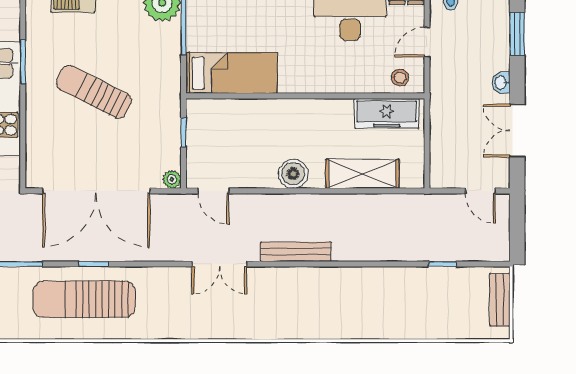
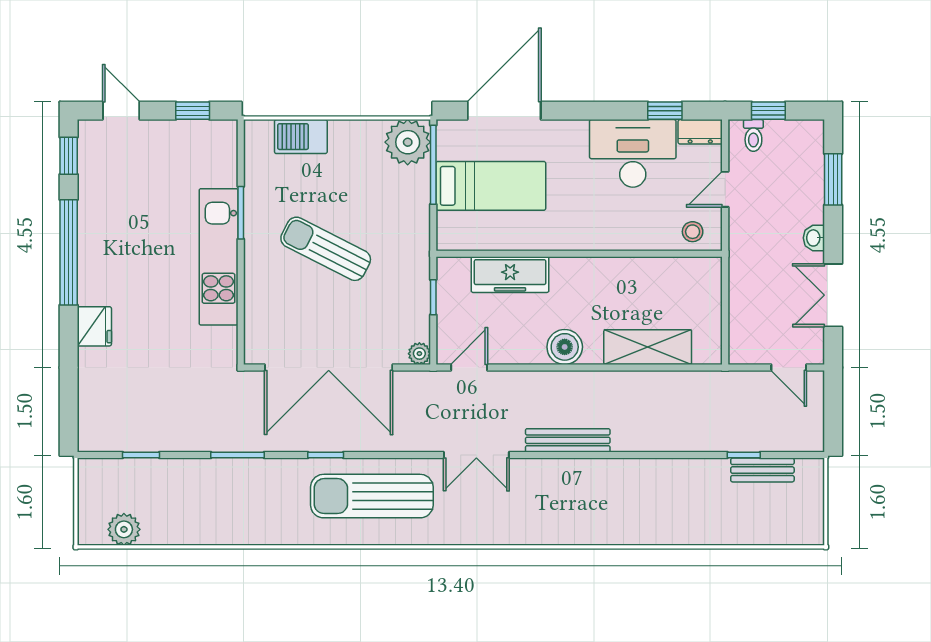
bed: (232, 73) -> (491, 186), moved
freezer: (387, 113) -> (510, 275), moved
door: (213, 191) -> (469, 368), swing flipped
sun lounger: (84, 299) -> (372, 496), moved
bench: (500, 300) -> (762, 470), moved, turned 90

